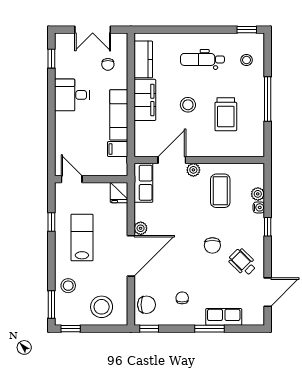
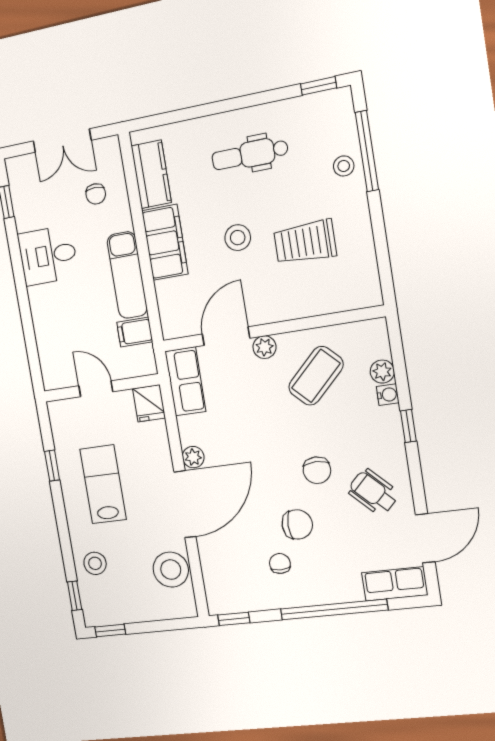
stool: (247, 60) -> (344, 166), moved
window: (268, 99) -> (367, 151), moved
trolley: (226, 114) -> (305, 242), turned 90
door: (72, 179) -> (96, 389), moved
coffee table: (220, 191) -> (316, 376), turned 45
window: (51, 305) -> (75, 596), width x0.67
chair: (147, 305) -> (297, 524), moved
stool: (102, 307) -> (171, 570), moved
row of seats: (224, 317) -> (395, 584), moved
window: (209, 329) -> (334, 610), width x2.11

